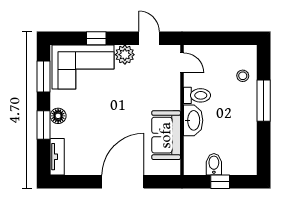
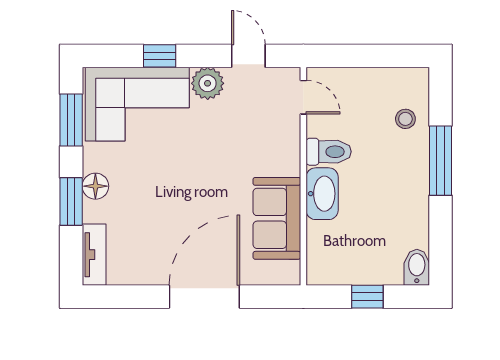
bidet: (214, 164) -> (417, 267), moved

